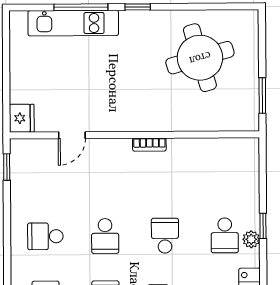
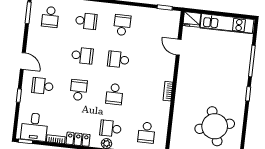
kitchen unit: (73, 23) -> (227, 24), moved, turned -90
school desk: (224, 173) -> (146, 133), added
school desk: (165, 236) -> (114, 94), turned 90

